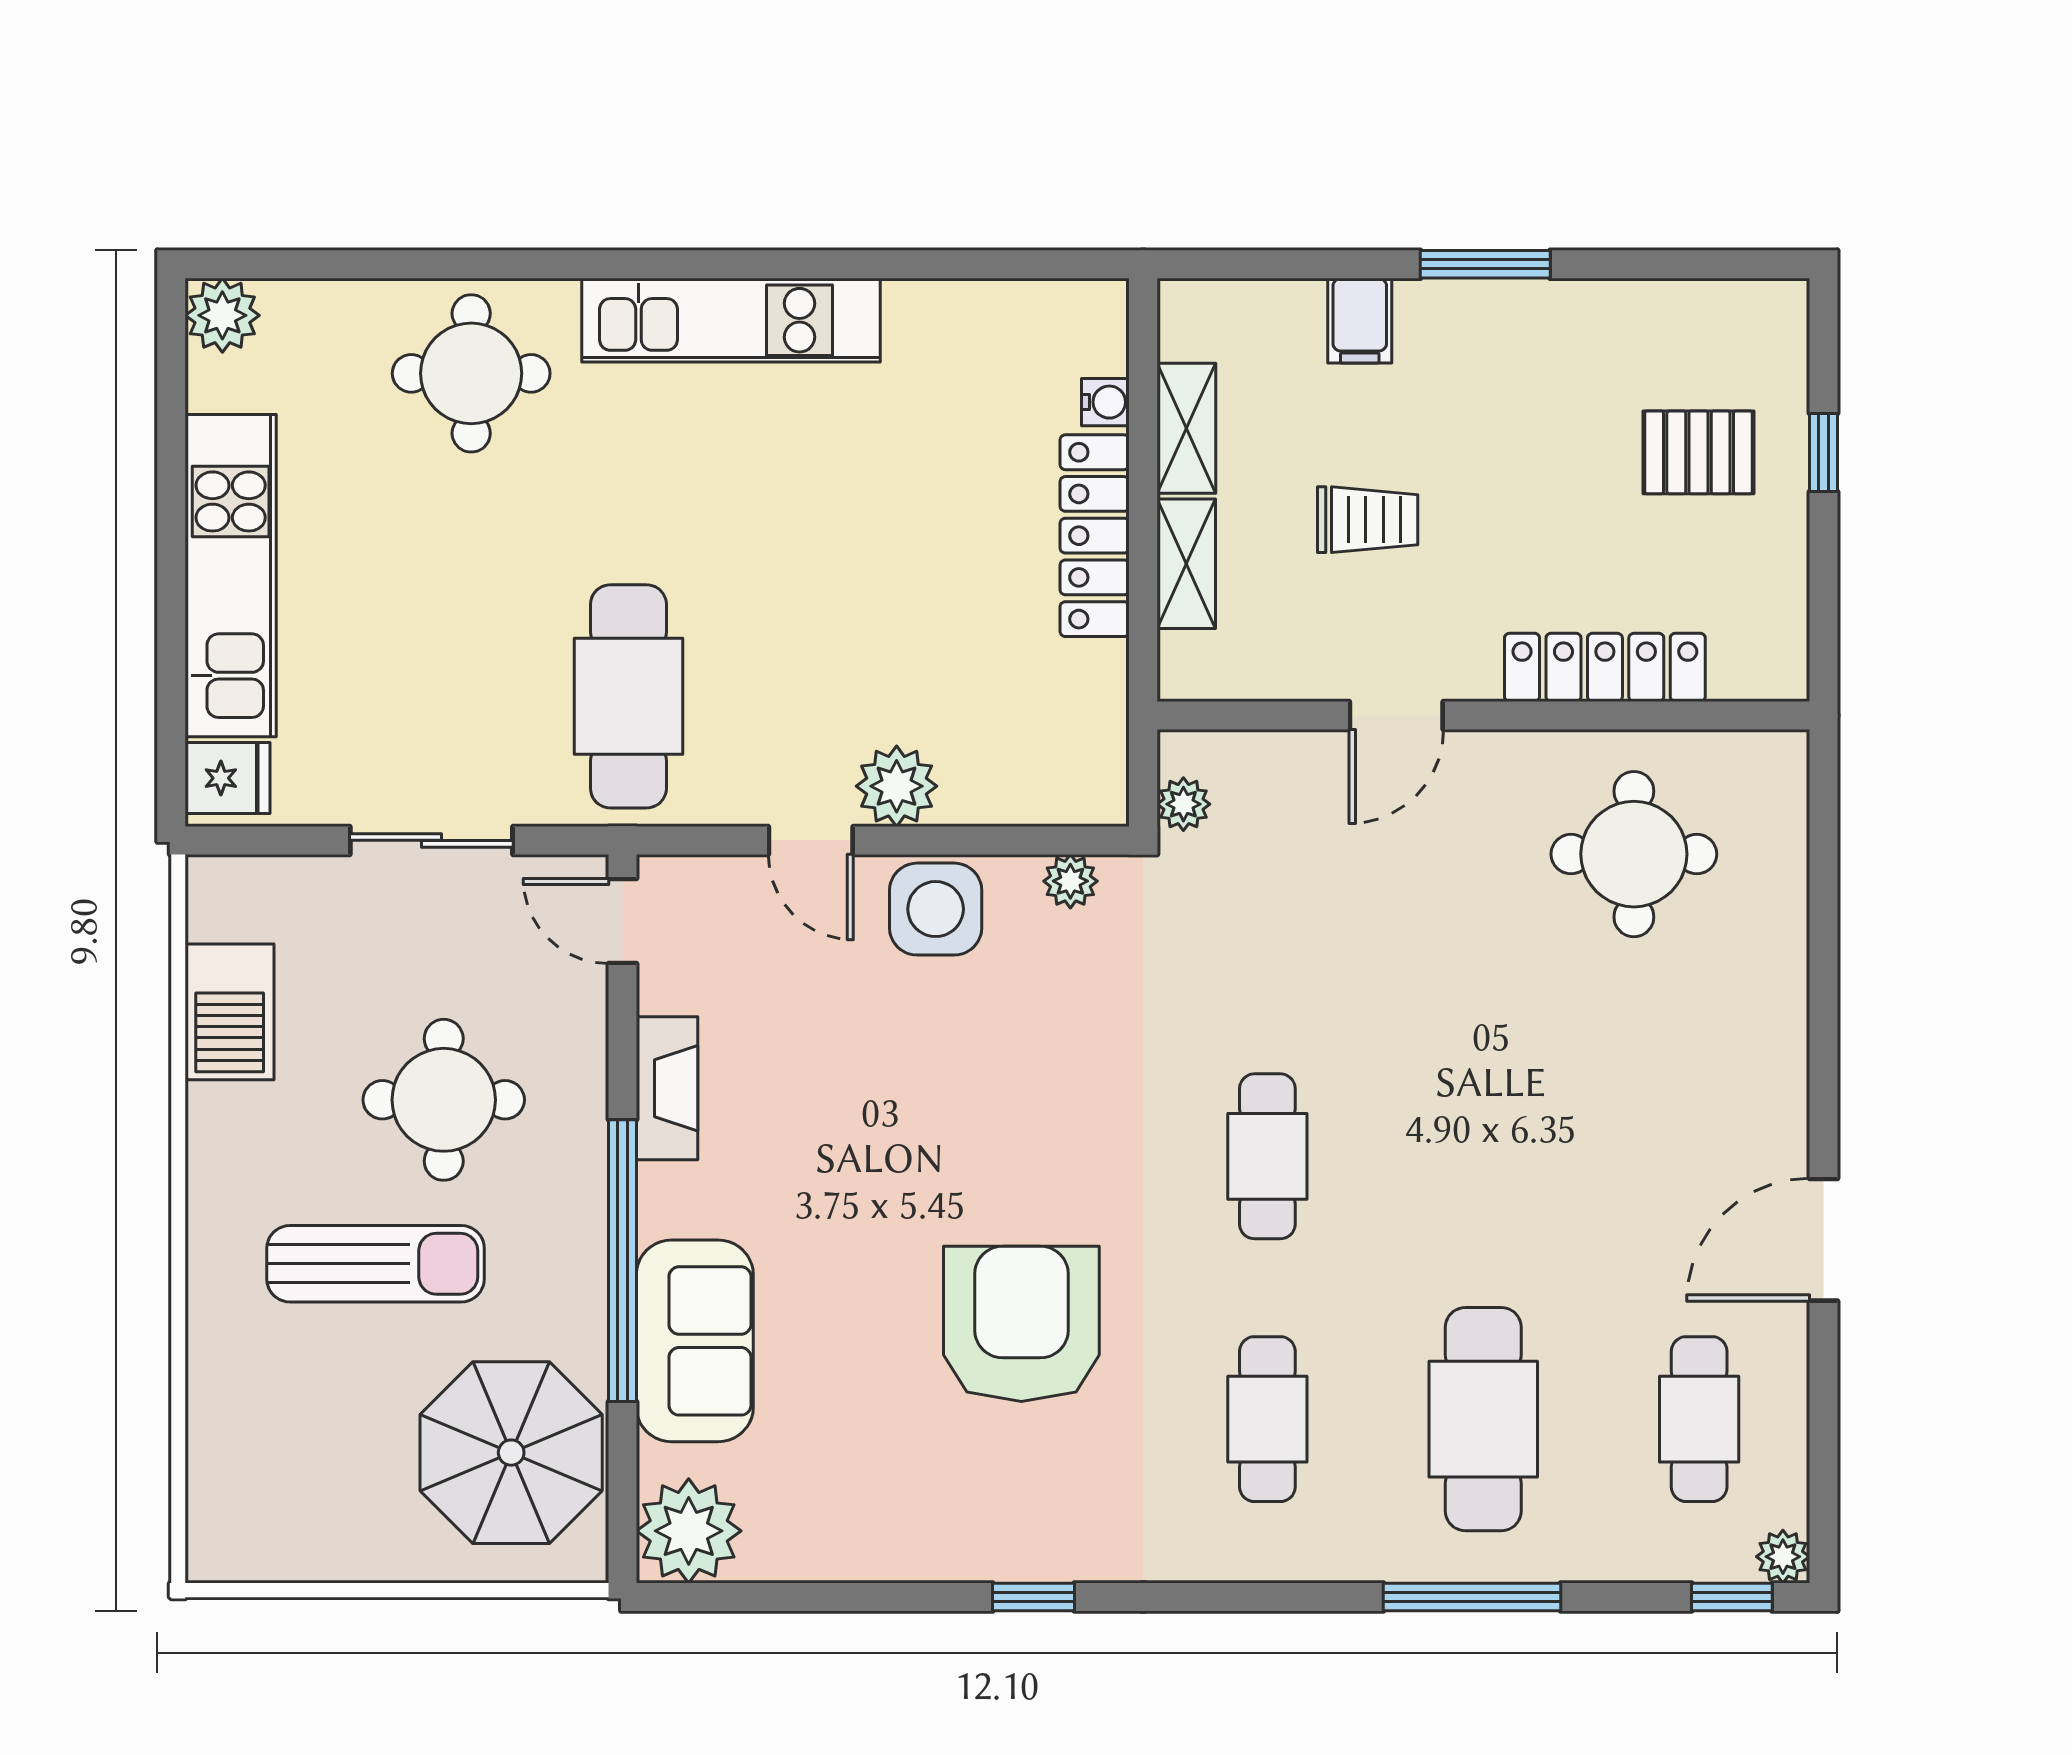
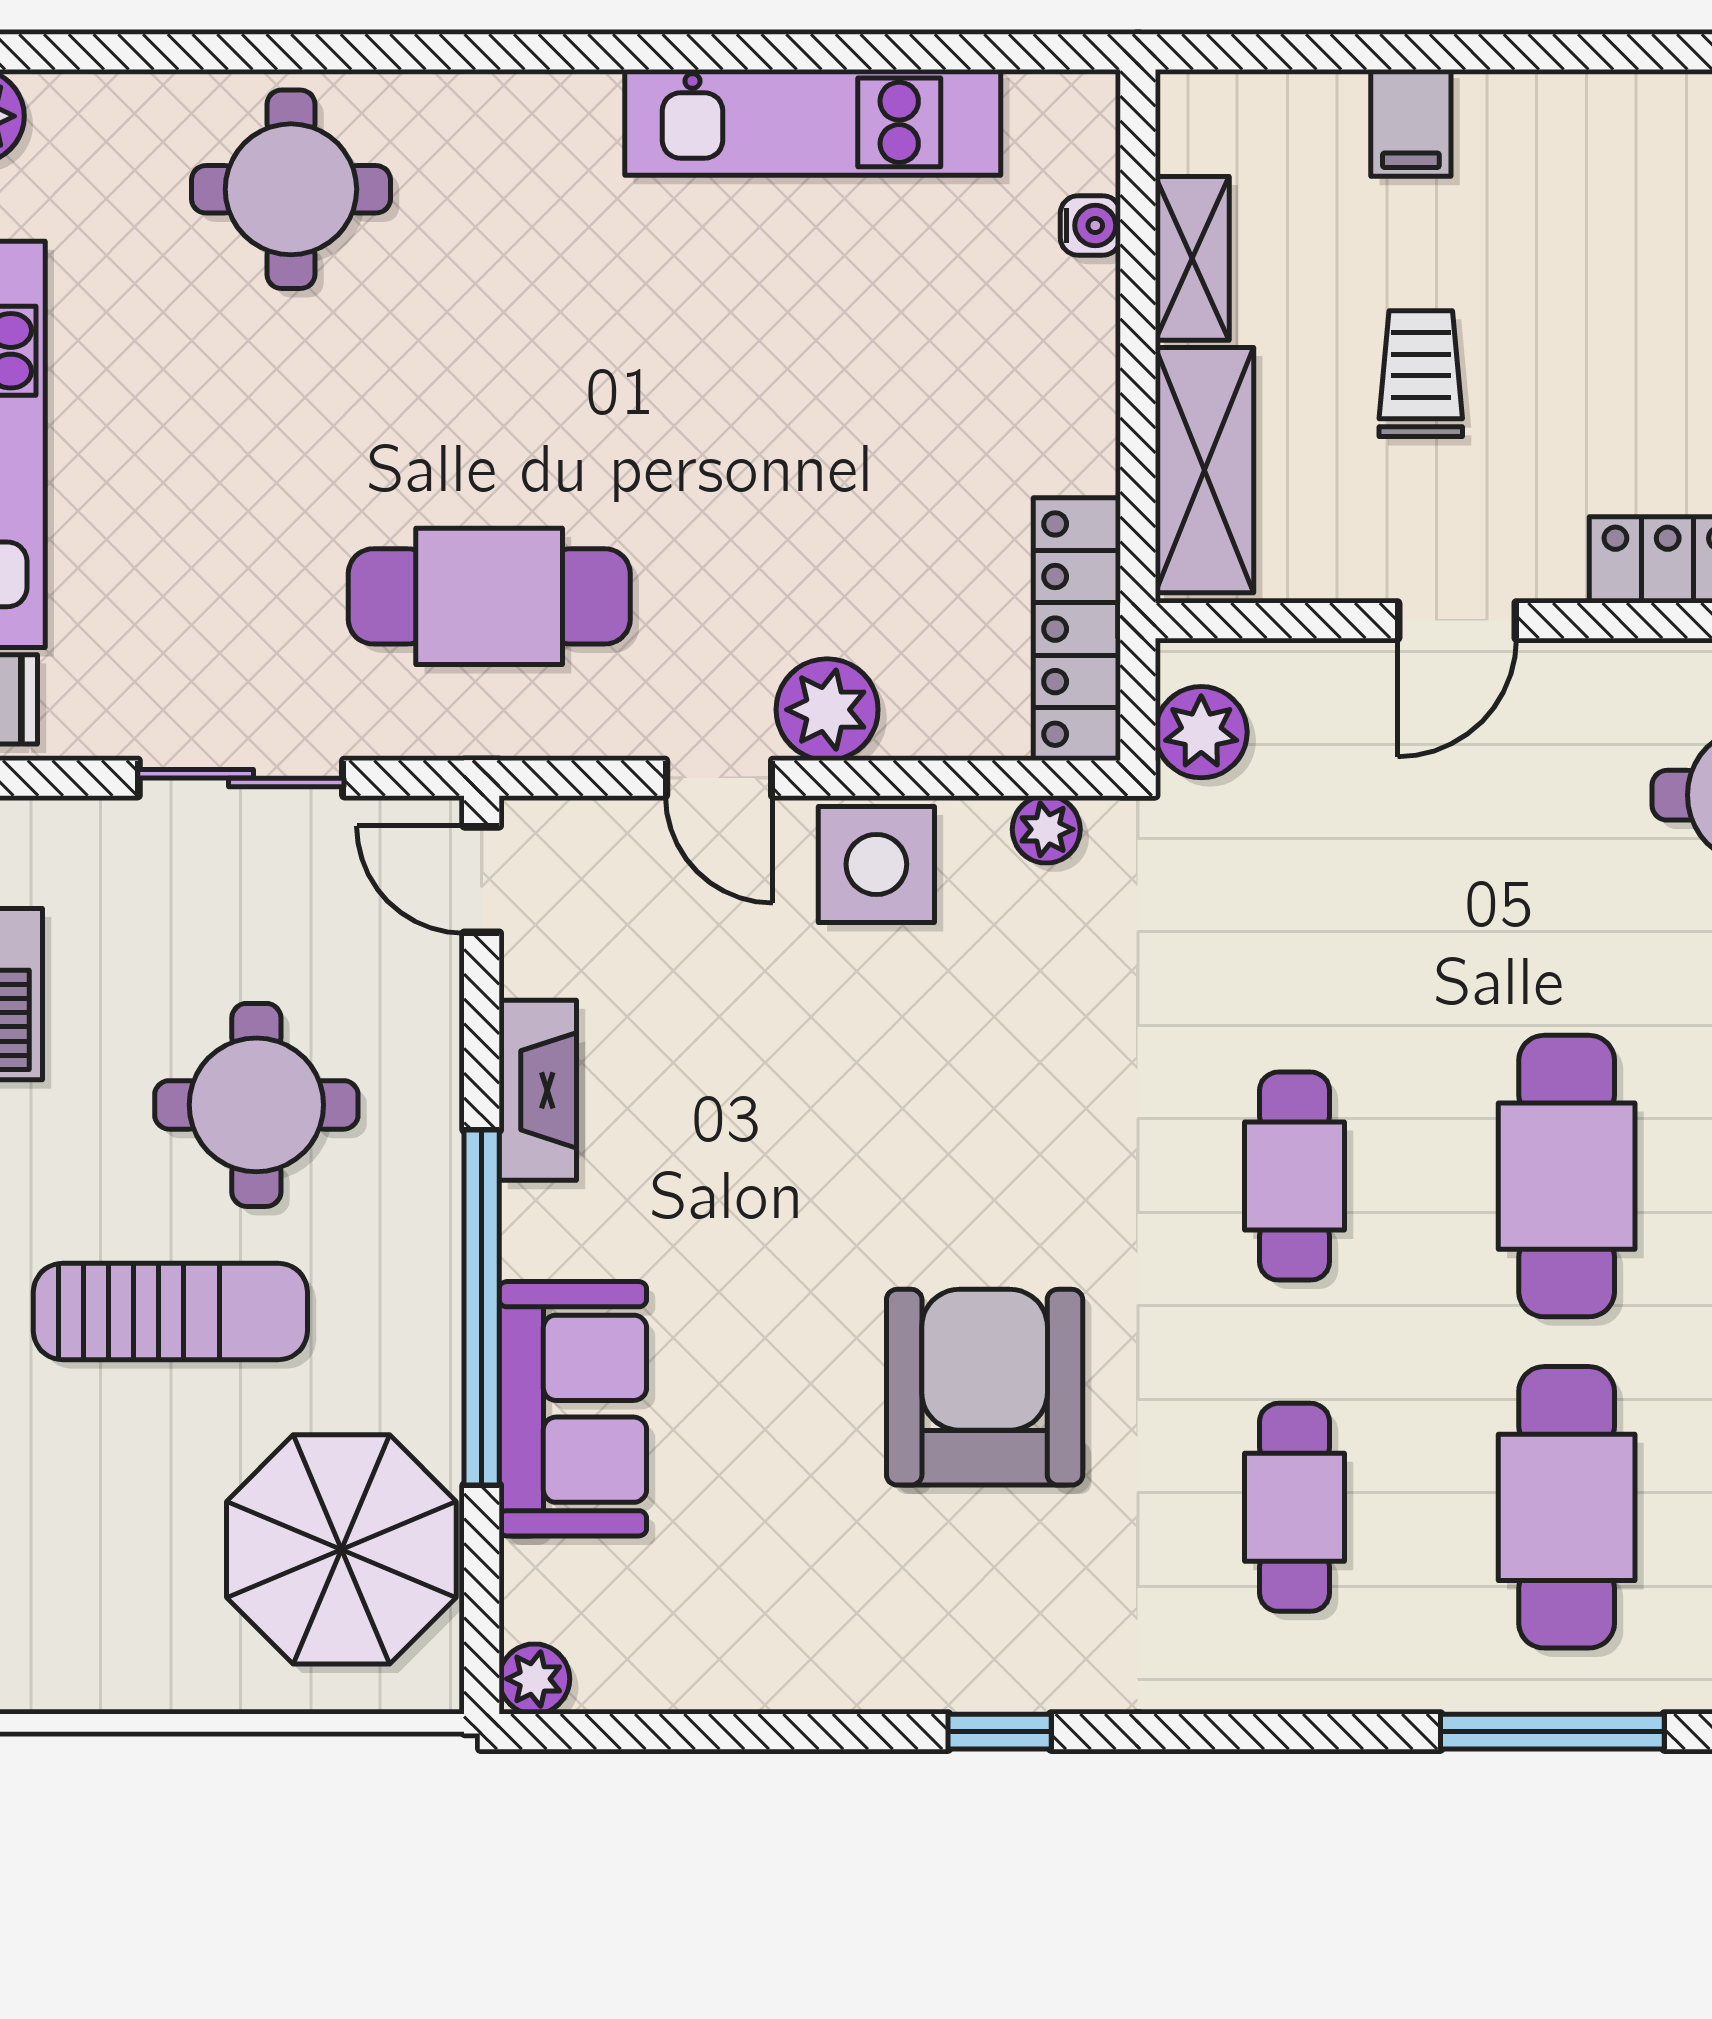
window: (1485, 264) -> (1569, 52), removed
kitchen unit: (731, 320) -> (813, 122), moved
trolley: (1368, 520) -> (1421, 374), turned -90
locker: (1095, 536) -> (1077, 629), moved
shelving: (1186, 564) -> (1204, 470), width x1.50, depth x1.33
cafe table: (628, 696) -> (489, 596), turned 90
plant: (1183, 804) -> (1201, 732), width x1.38, depth x1.38
cafe table: (1483, 1156) -> (1567, 1176), added
plant: (689, 1531) -> (534, 1679), width x0.53, depth x0.53

